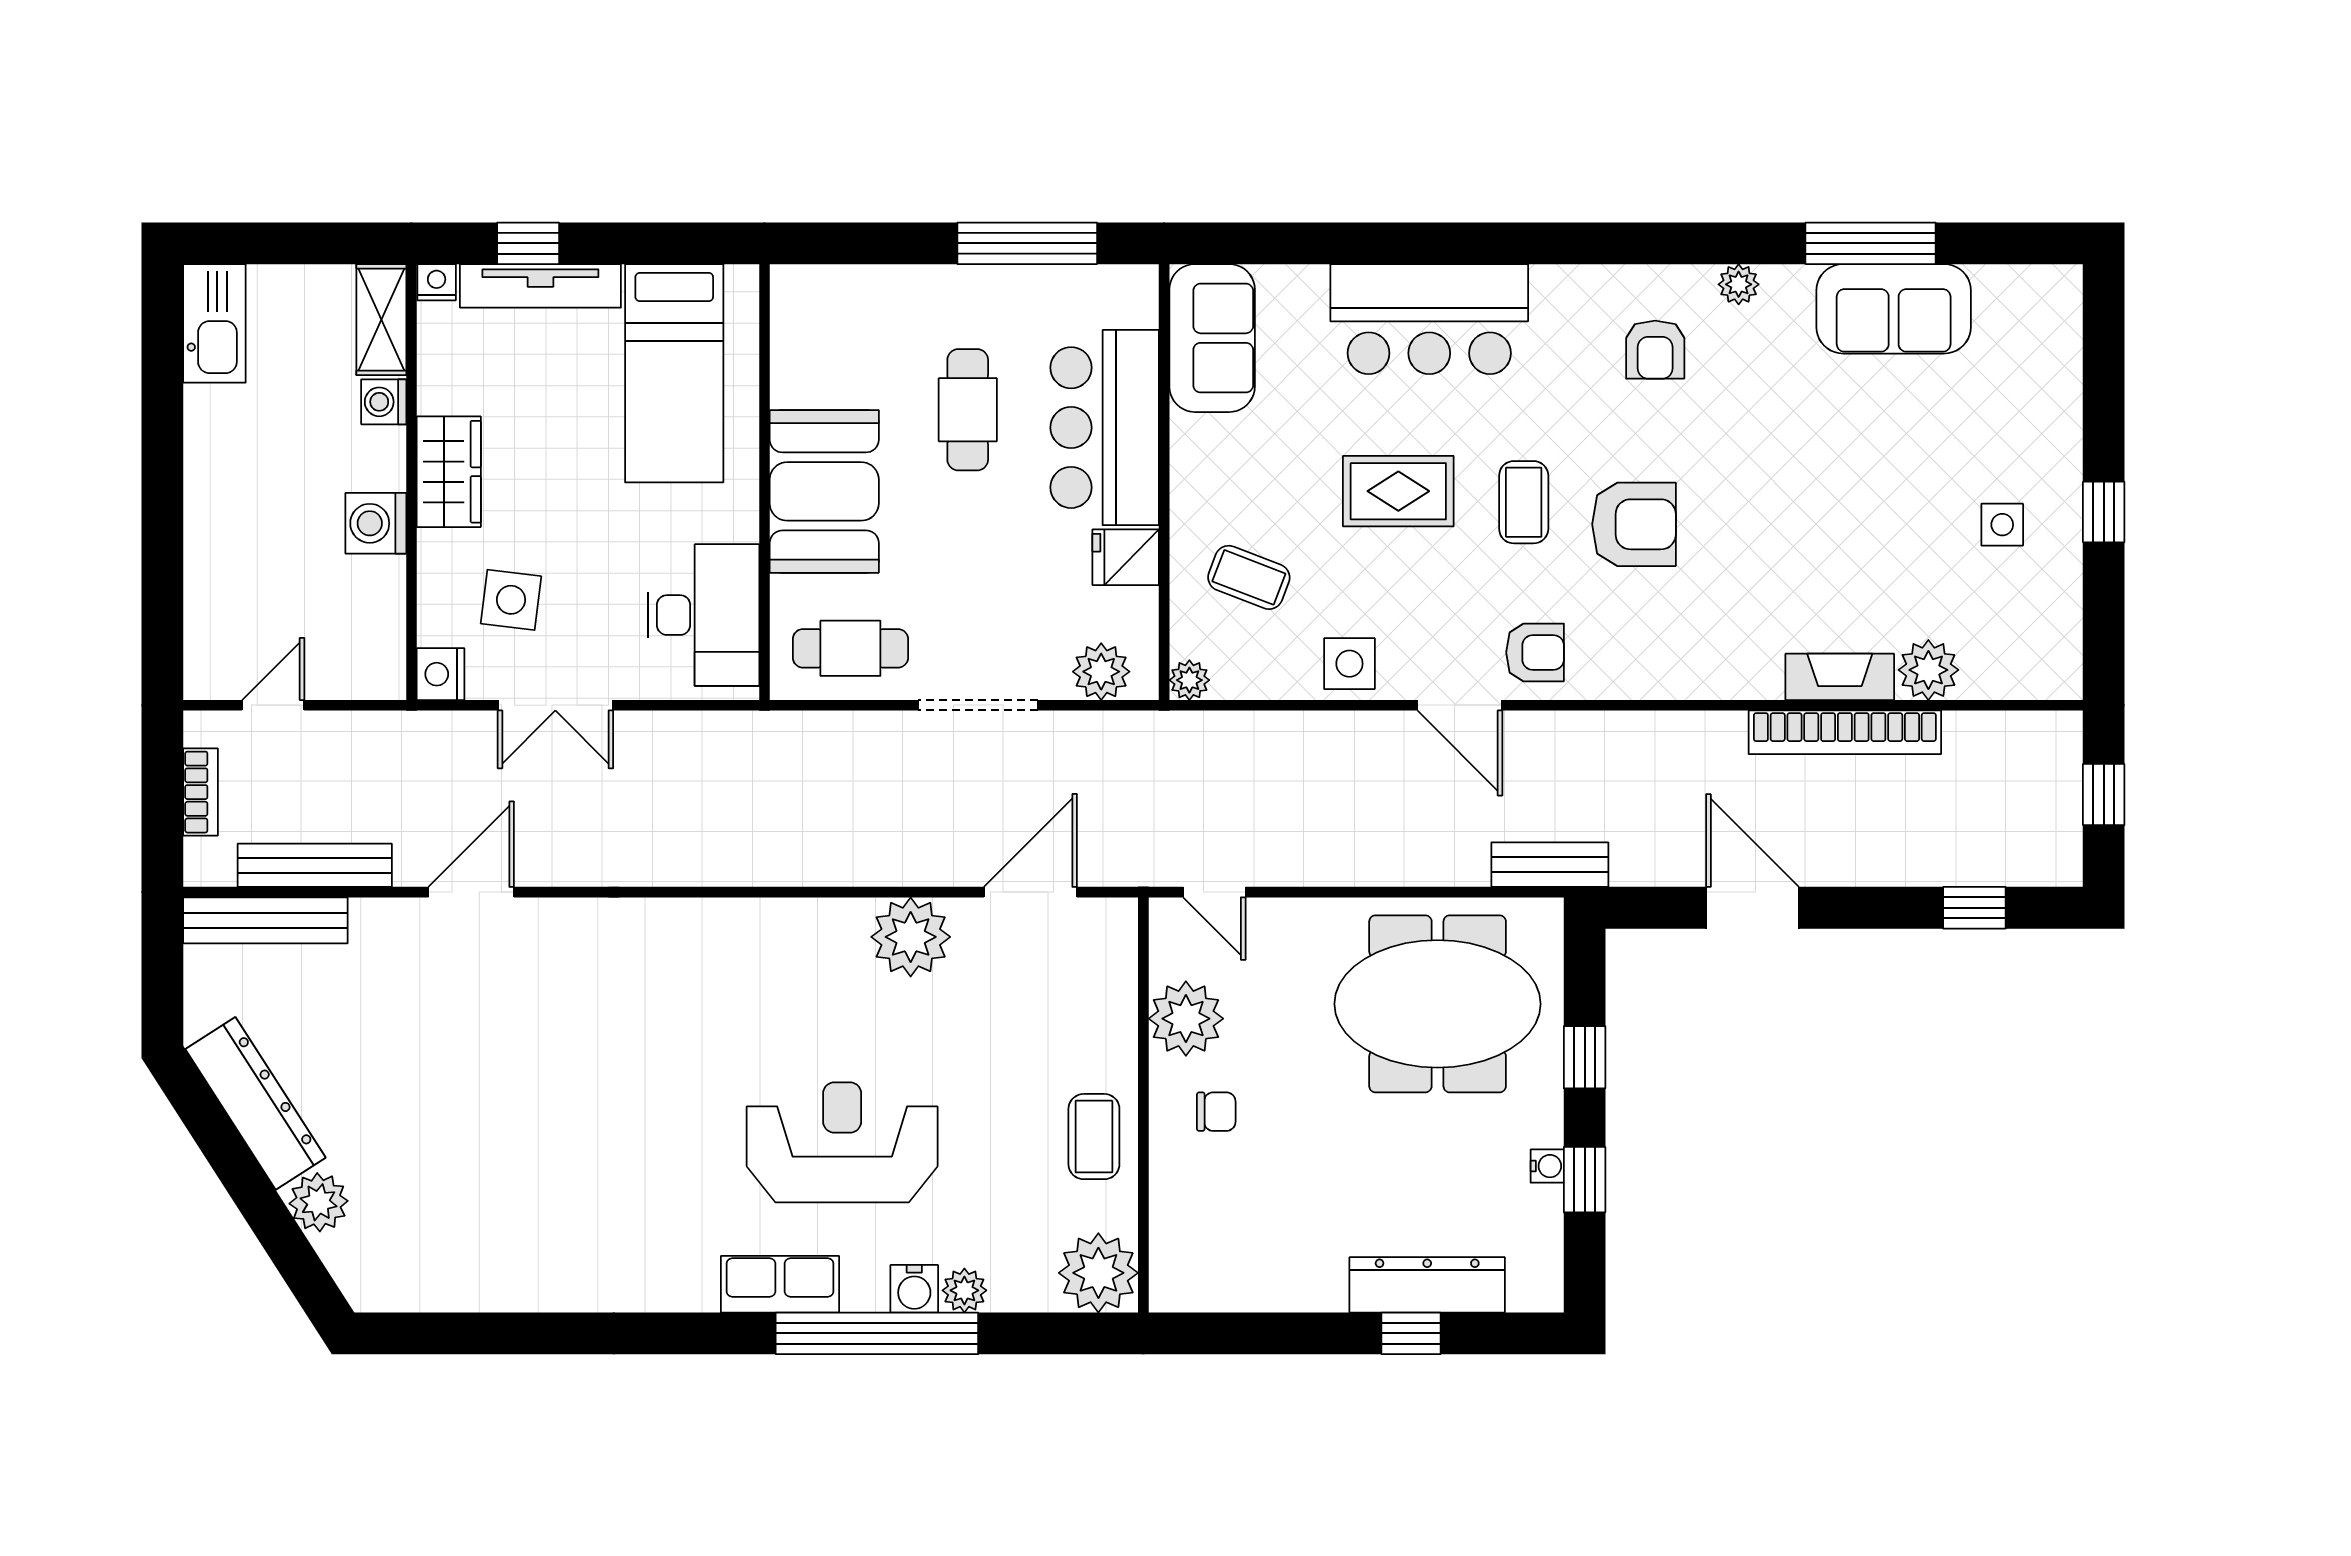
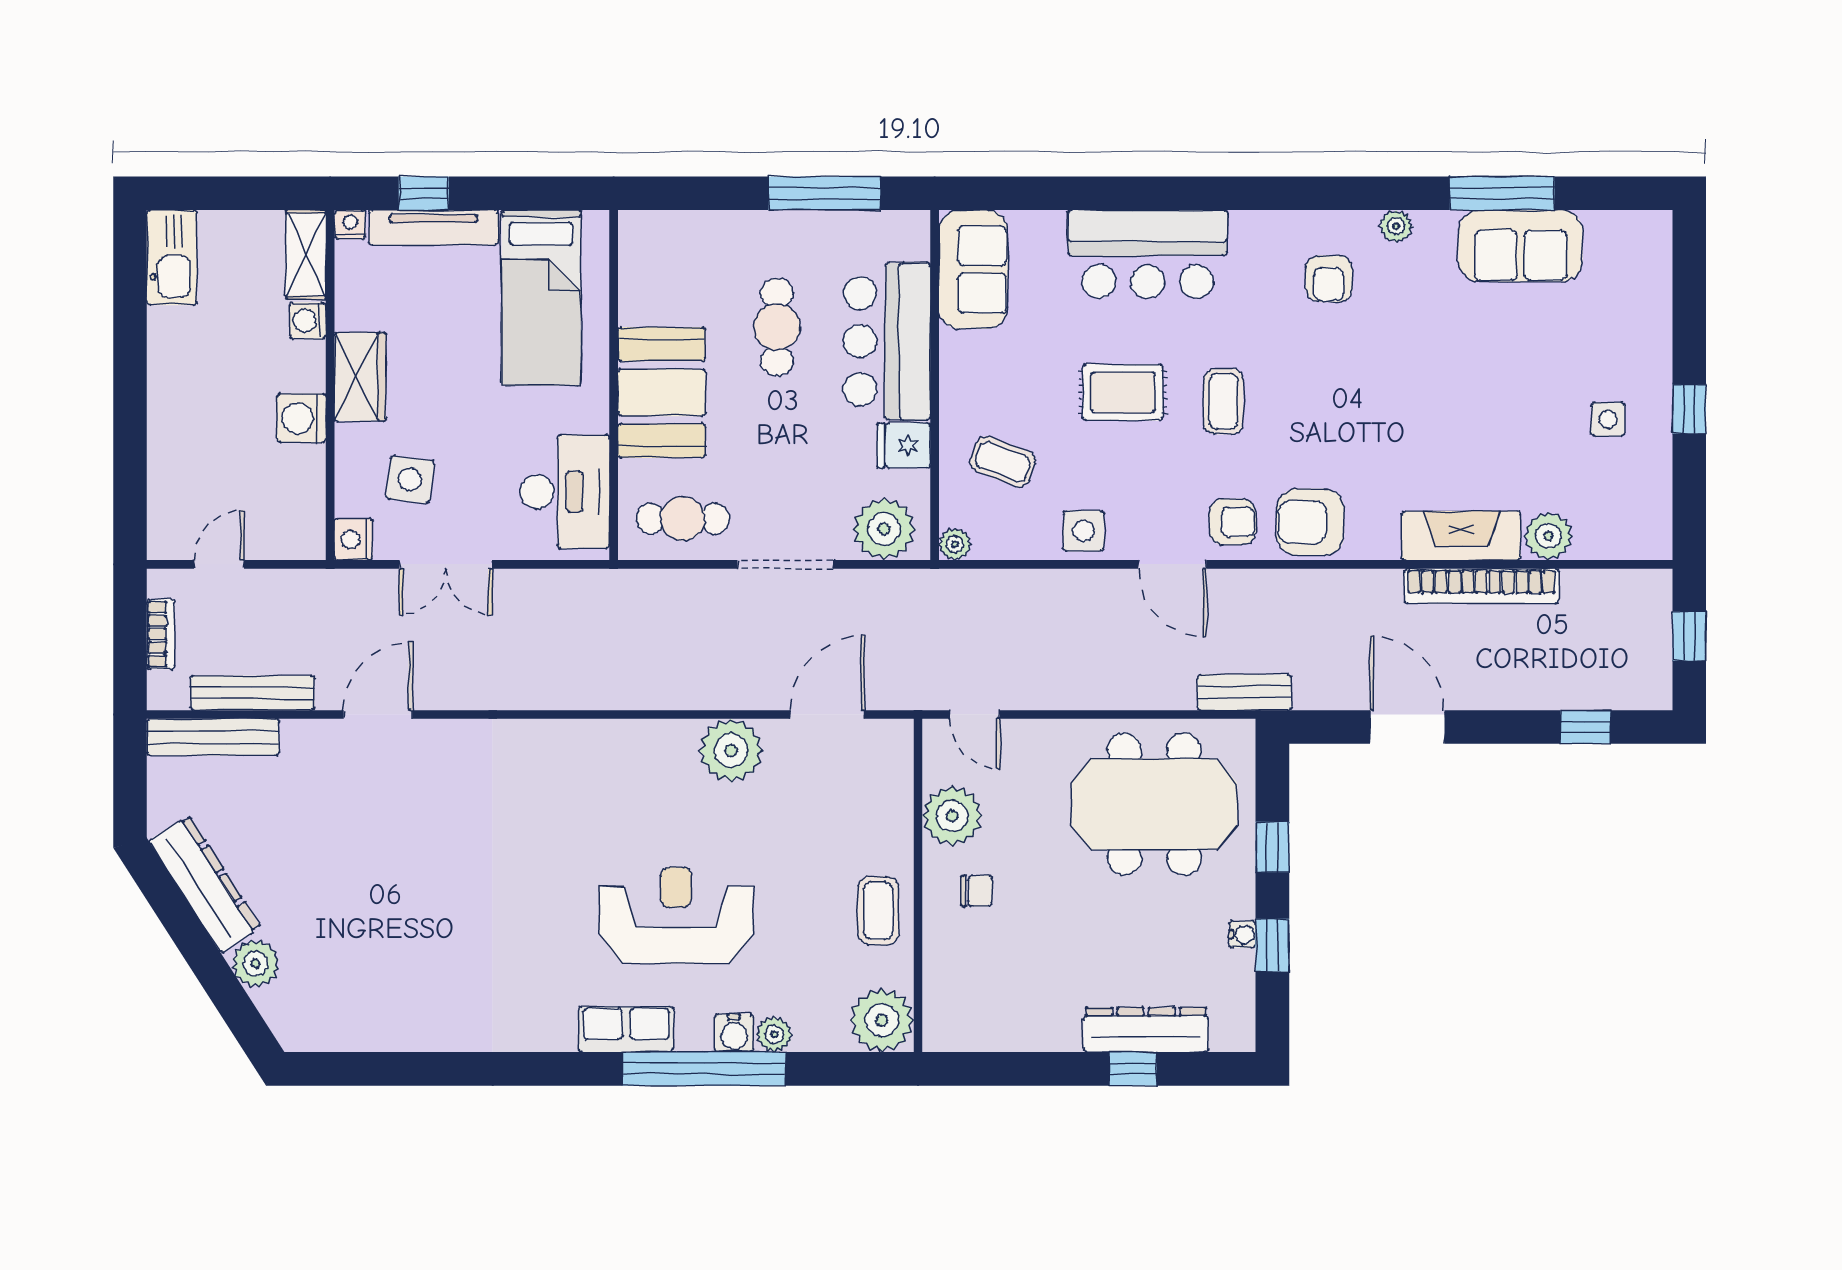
armchair: (1634, 524) -> (1311, 522), moved, turned 180
plant: (1101, 672) -> (884, 529), width x1.36, depth x1.36
fireplace: (1840, 677) -> (1461, 536), width x1.37, depth x1.32

